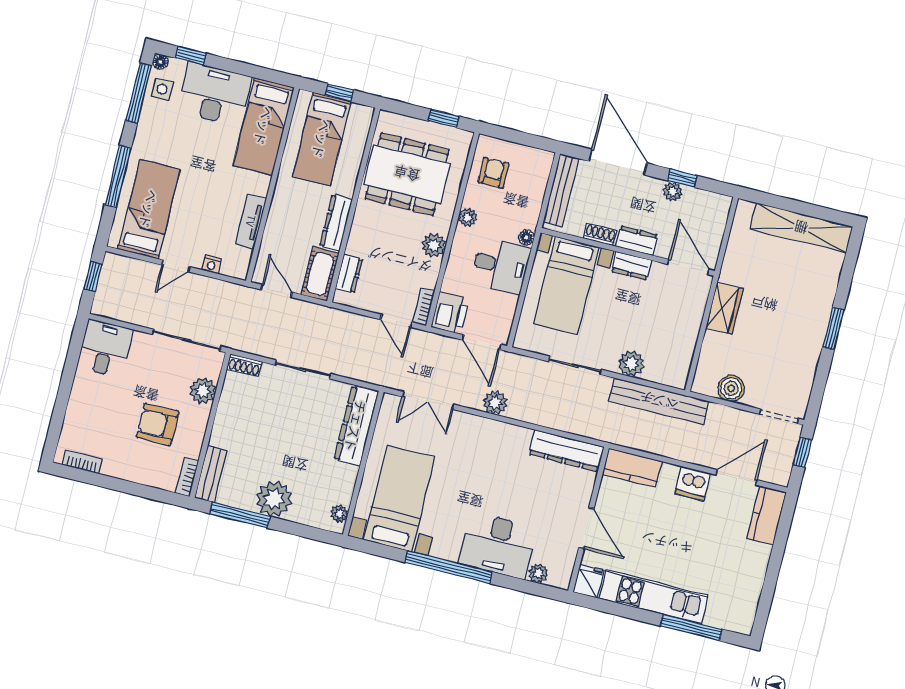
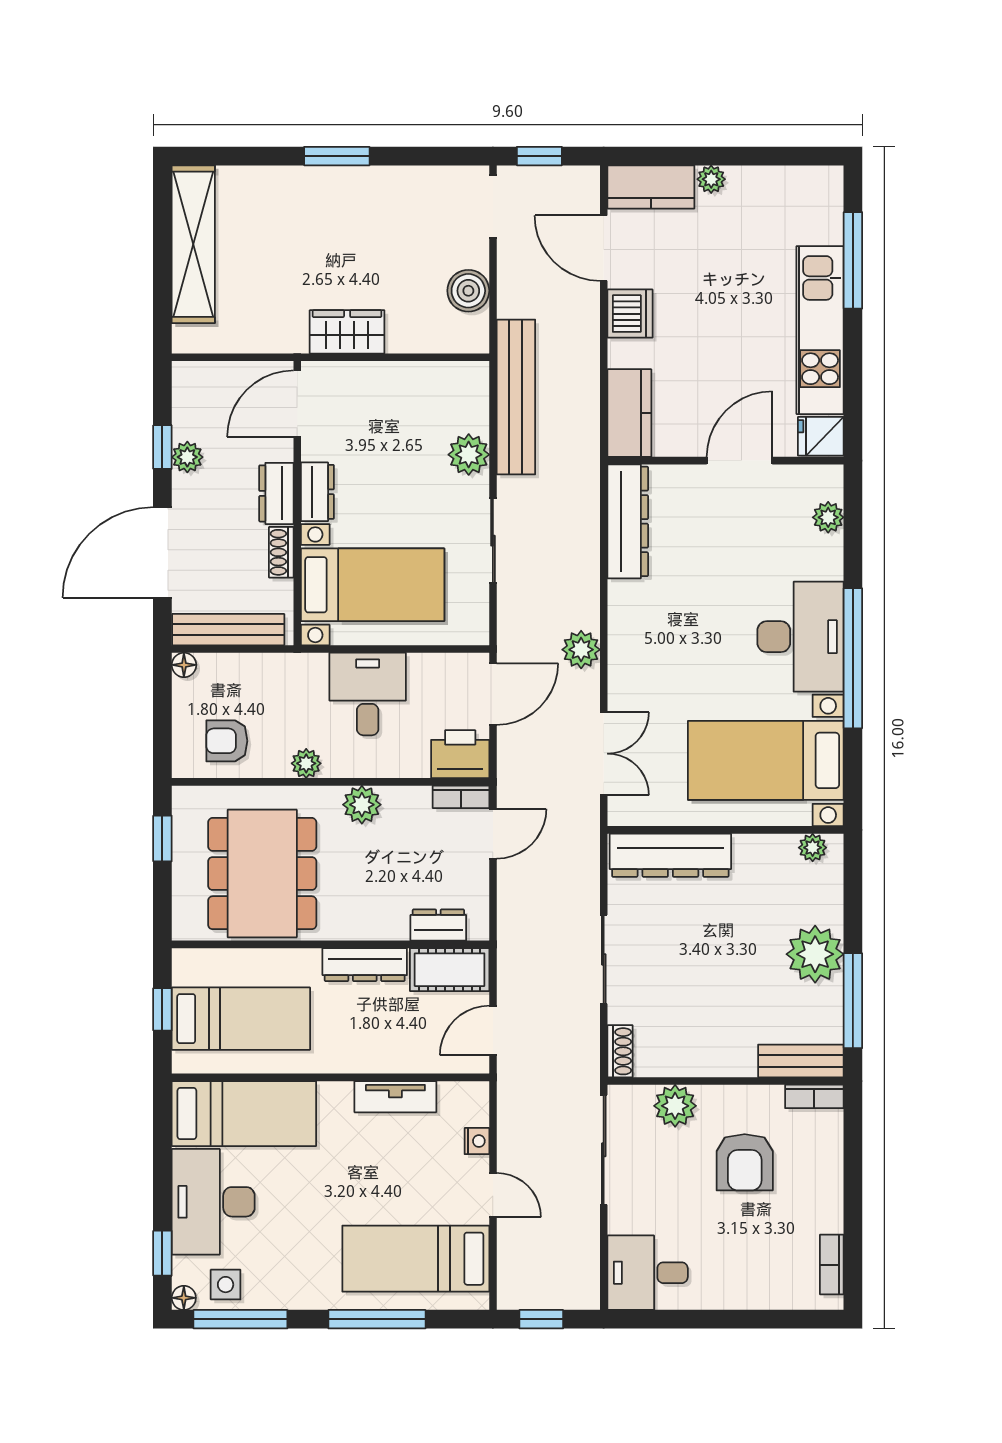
floor lamp: (526, 237) -> (184, 665), moved
desk: (498, 545) -> (801, 637), moved
plant: (762, 553) -> (711, 179), added

